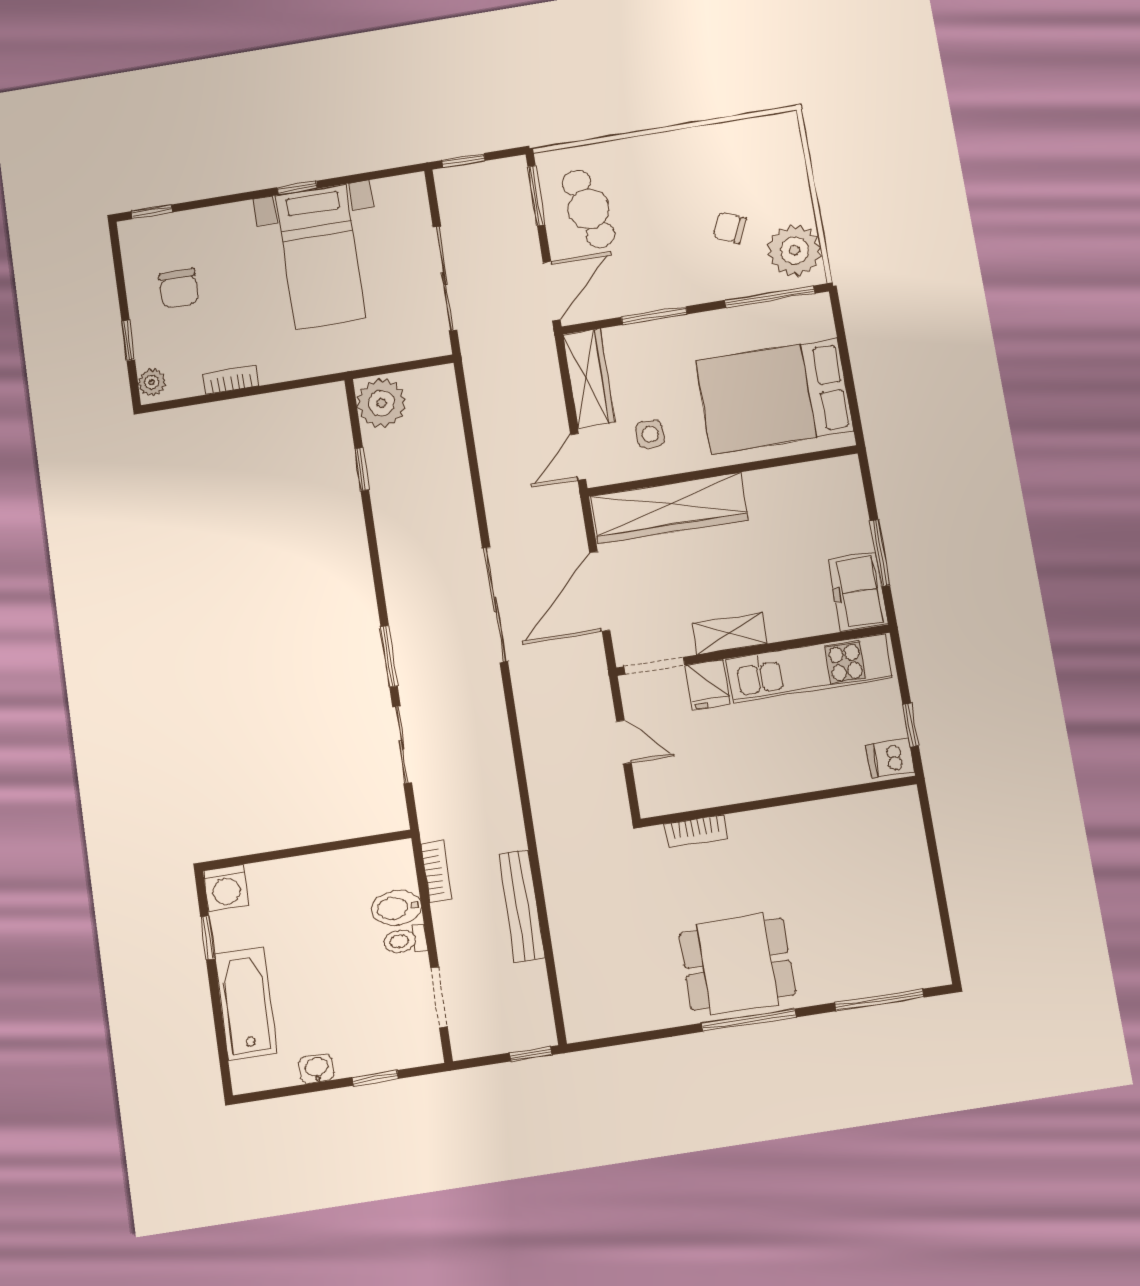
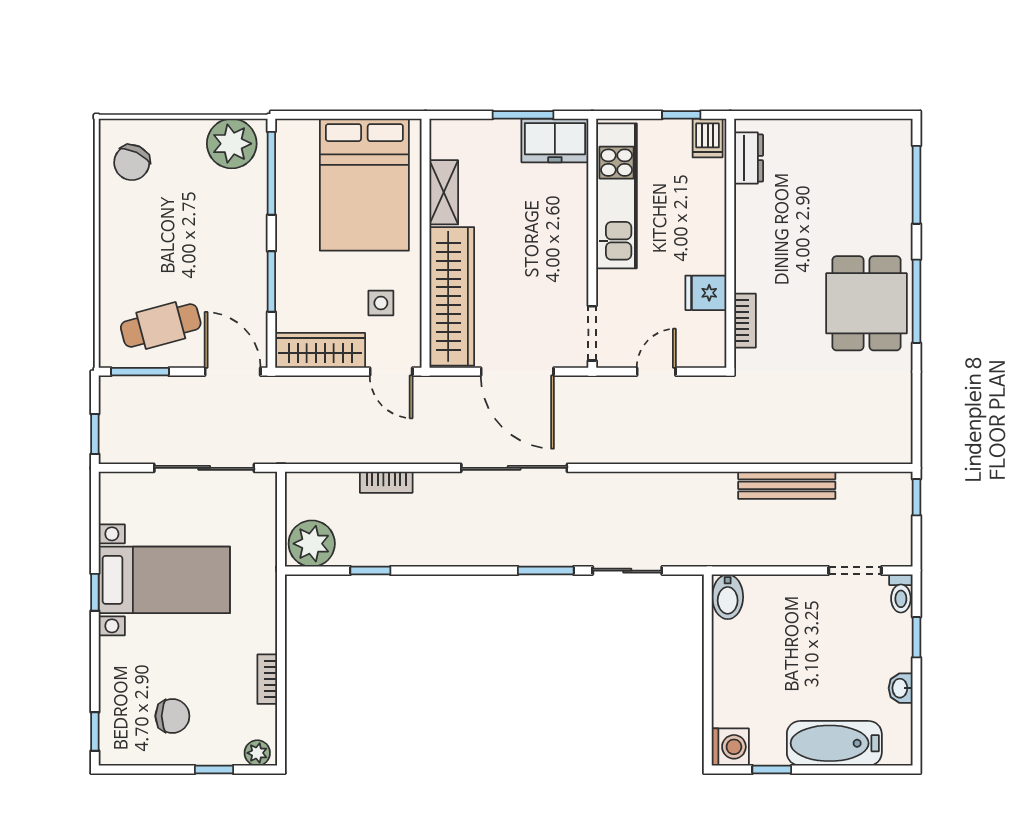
chair: (730, 228) -> (132, 163), moved, width x1.37, depth x1.37
shelving: (730, 633) -> (444, 192), moved
fridge: (708, 684) -> (706, 293), moved, turned 180
dresser: (876, 807) -> (749, 158), added
bookcase: (437, 871) -> (386, 482), moved, turned 180
bidet: (397, 908) -> (728, 597), moved
toilet: (405, 940) -> (901, 593), moved

